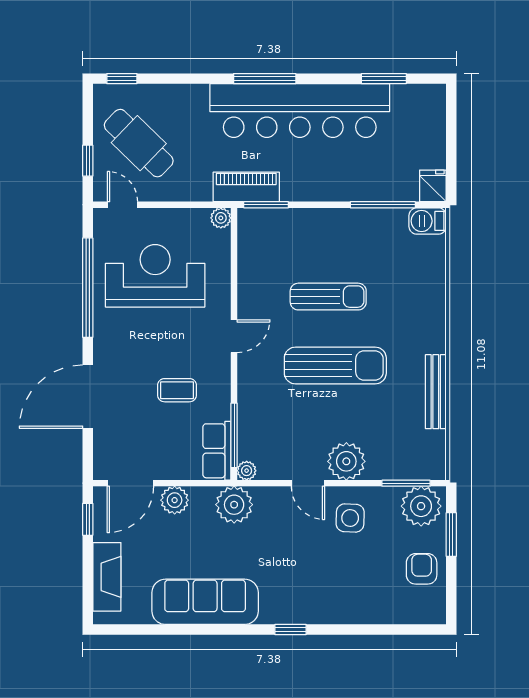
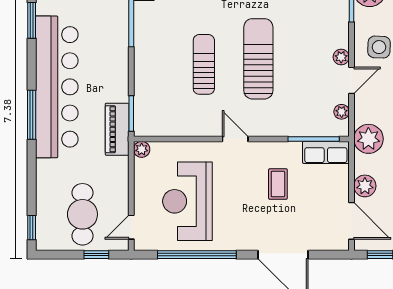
cafe table: (139, 143) -> (82, 214), turned -44
plant: (346, 461) -> (341, 57), width x0.53, depth x0.53
plant: (247, 471) -> (342, 112), moved

